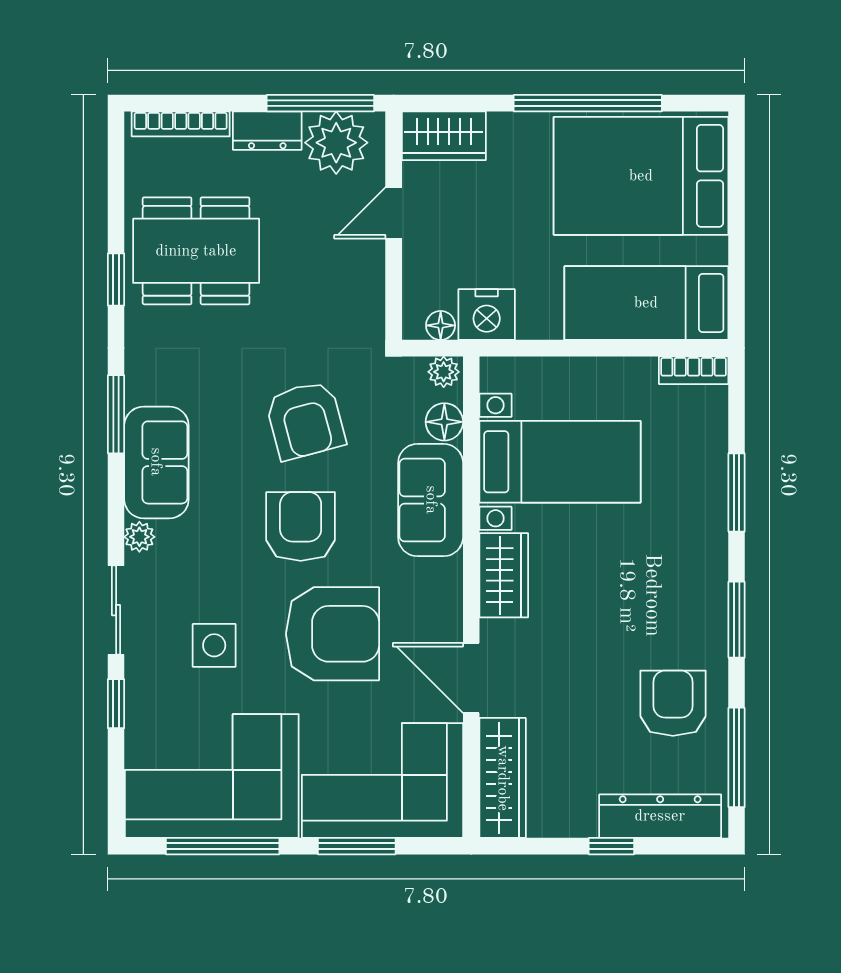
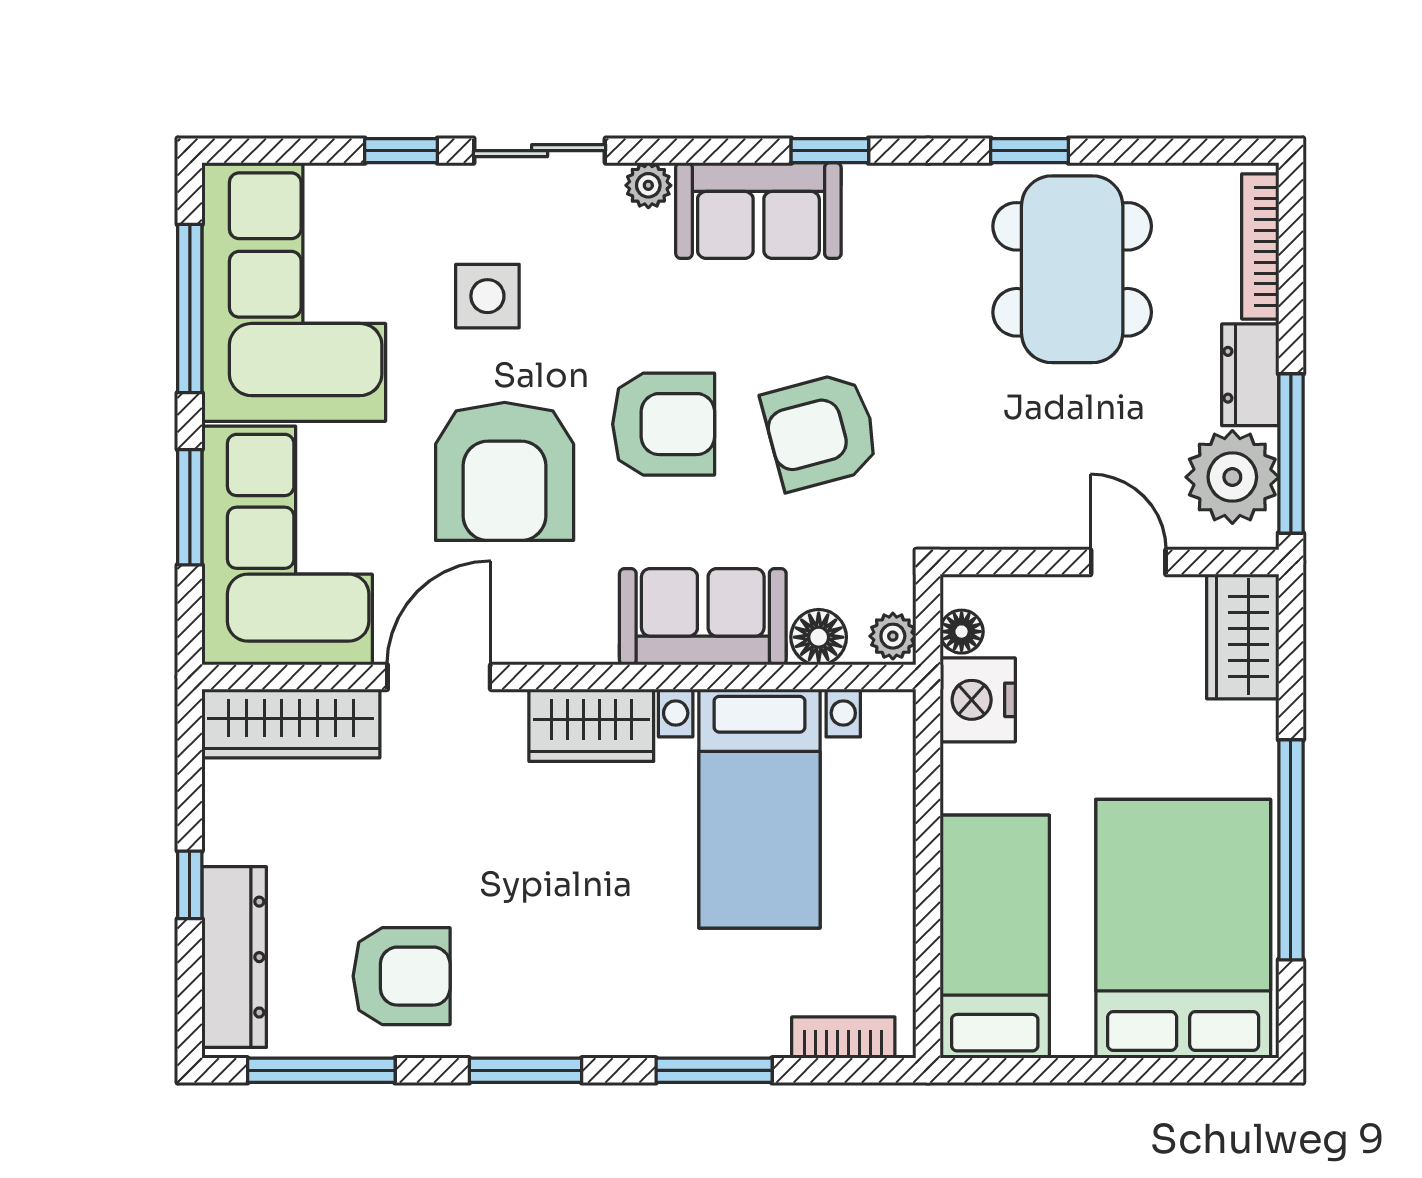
bookcase: (694, 370) -> (843, 1038), moved, turned 90
window: (116, 414) -> (830, 151), width x0.67

